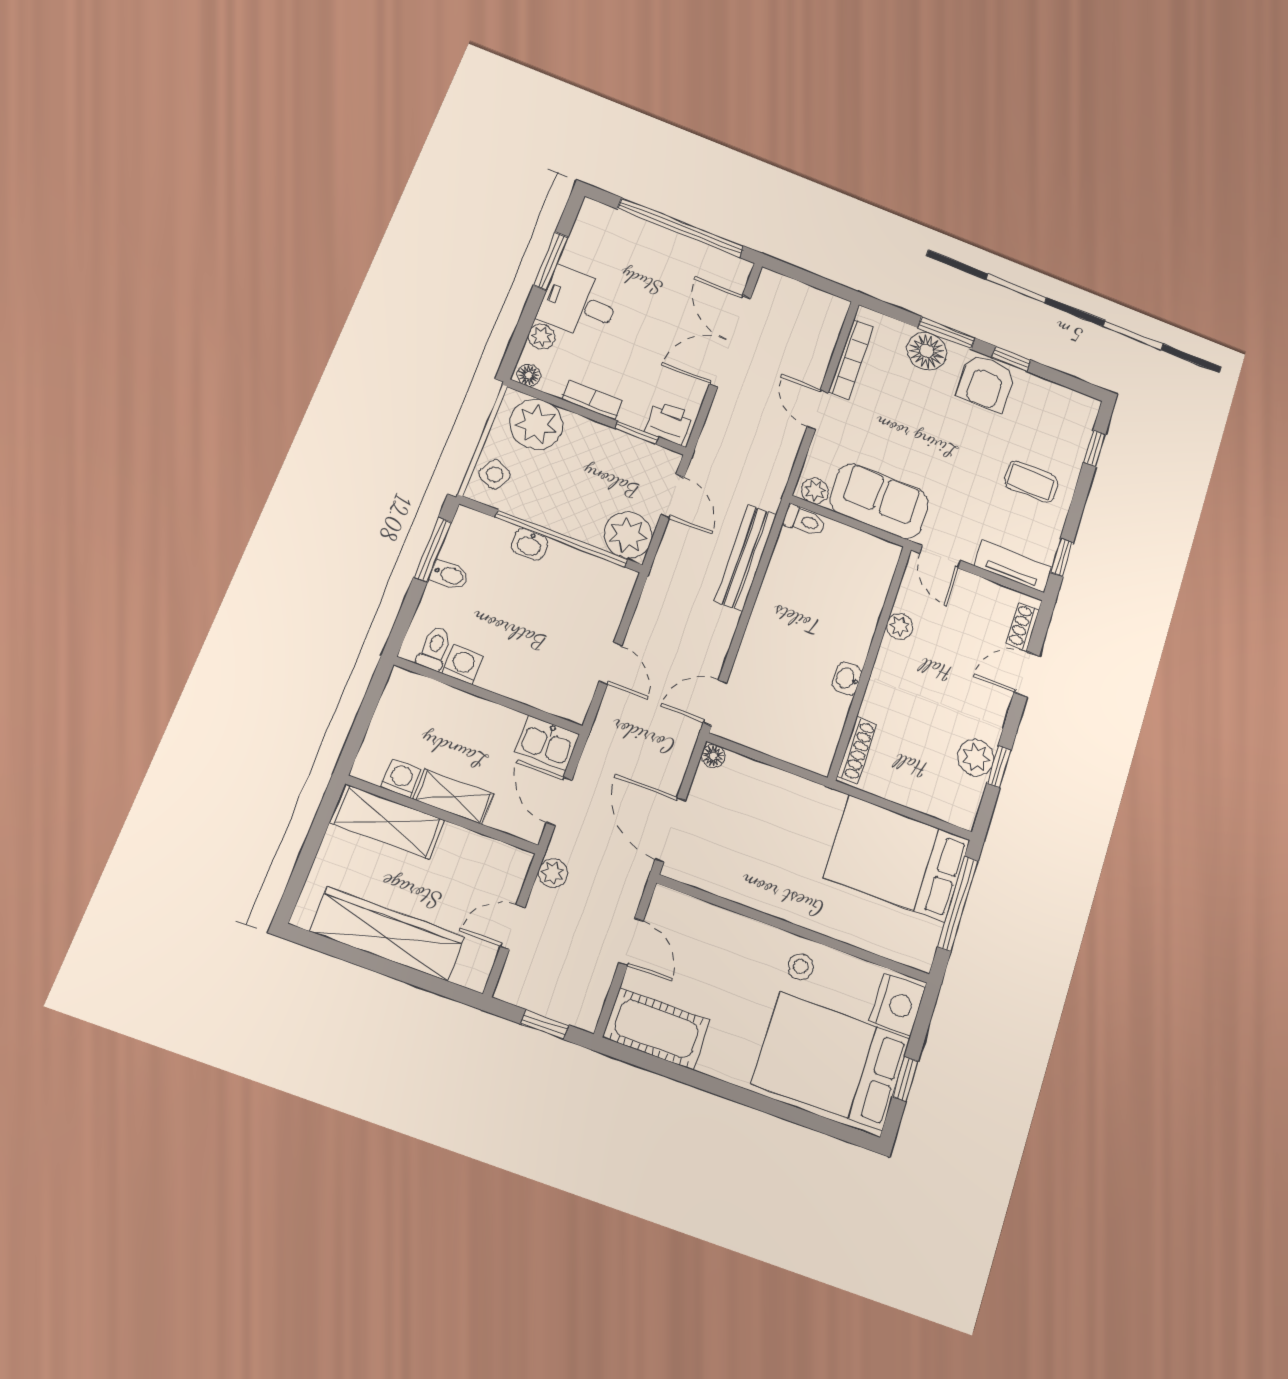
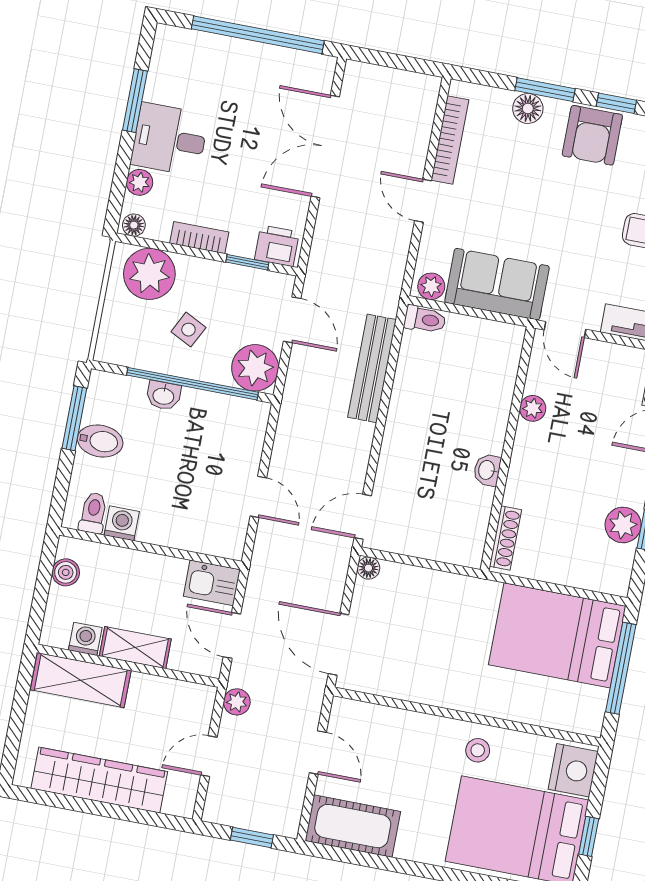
floor lamp: (927, 351) -> (528, 108), width x0.73, depth x0.73
side table: (495, 474) -> (188, 330), moved
bidet: (449, 575) -> (100, 441), width x1.38, depth x1.36
boiler: (393, 705) -> (66, 572), added

